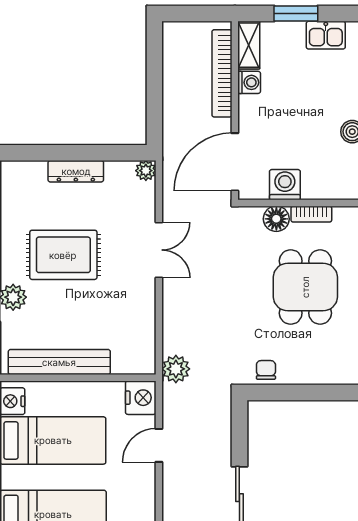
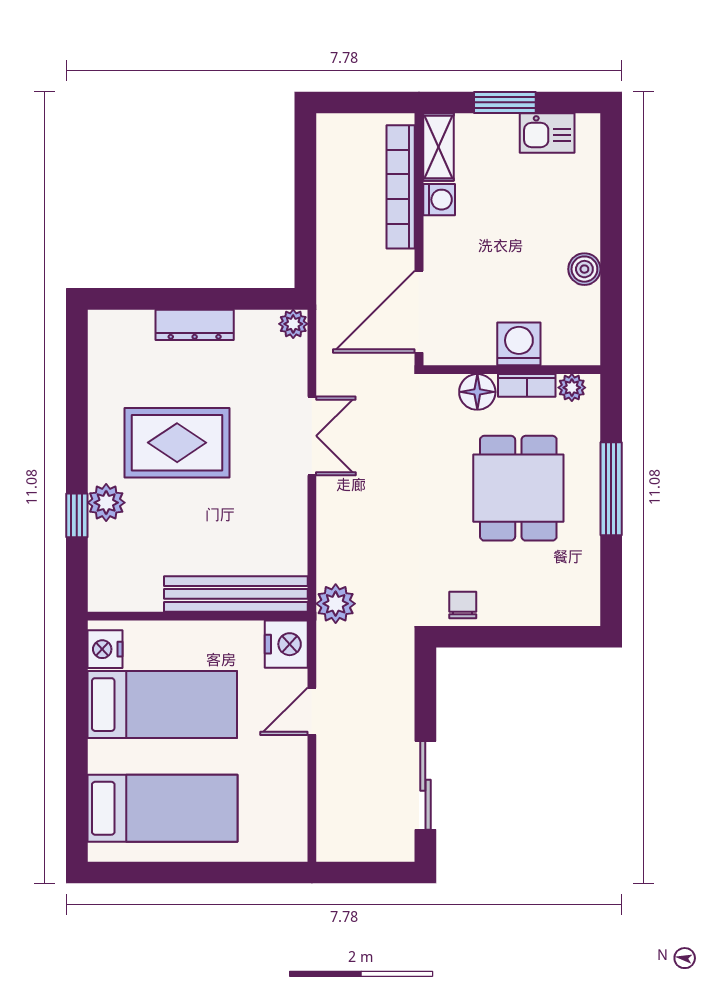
washing machine: (285, 185) -> (519, 344), moved
plant: (343, 216) -> (572, 388), added
bench: (59, 362) -> (236, 594), moved

